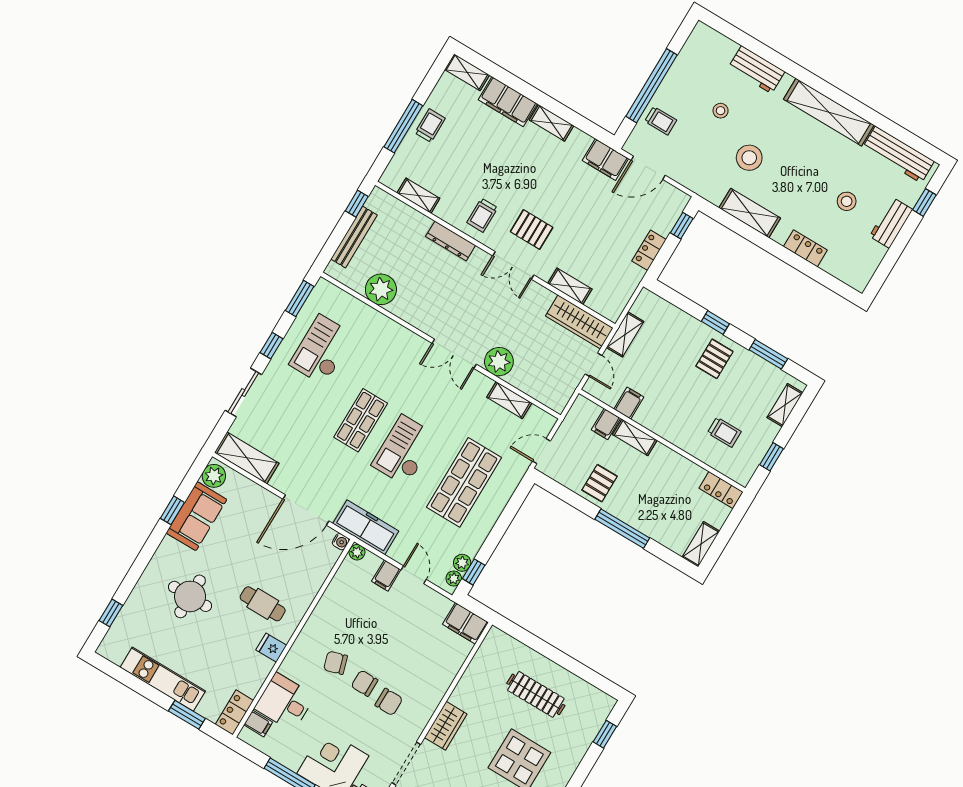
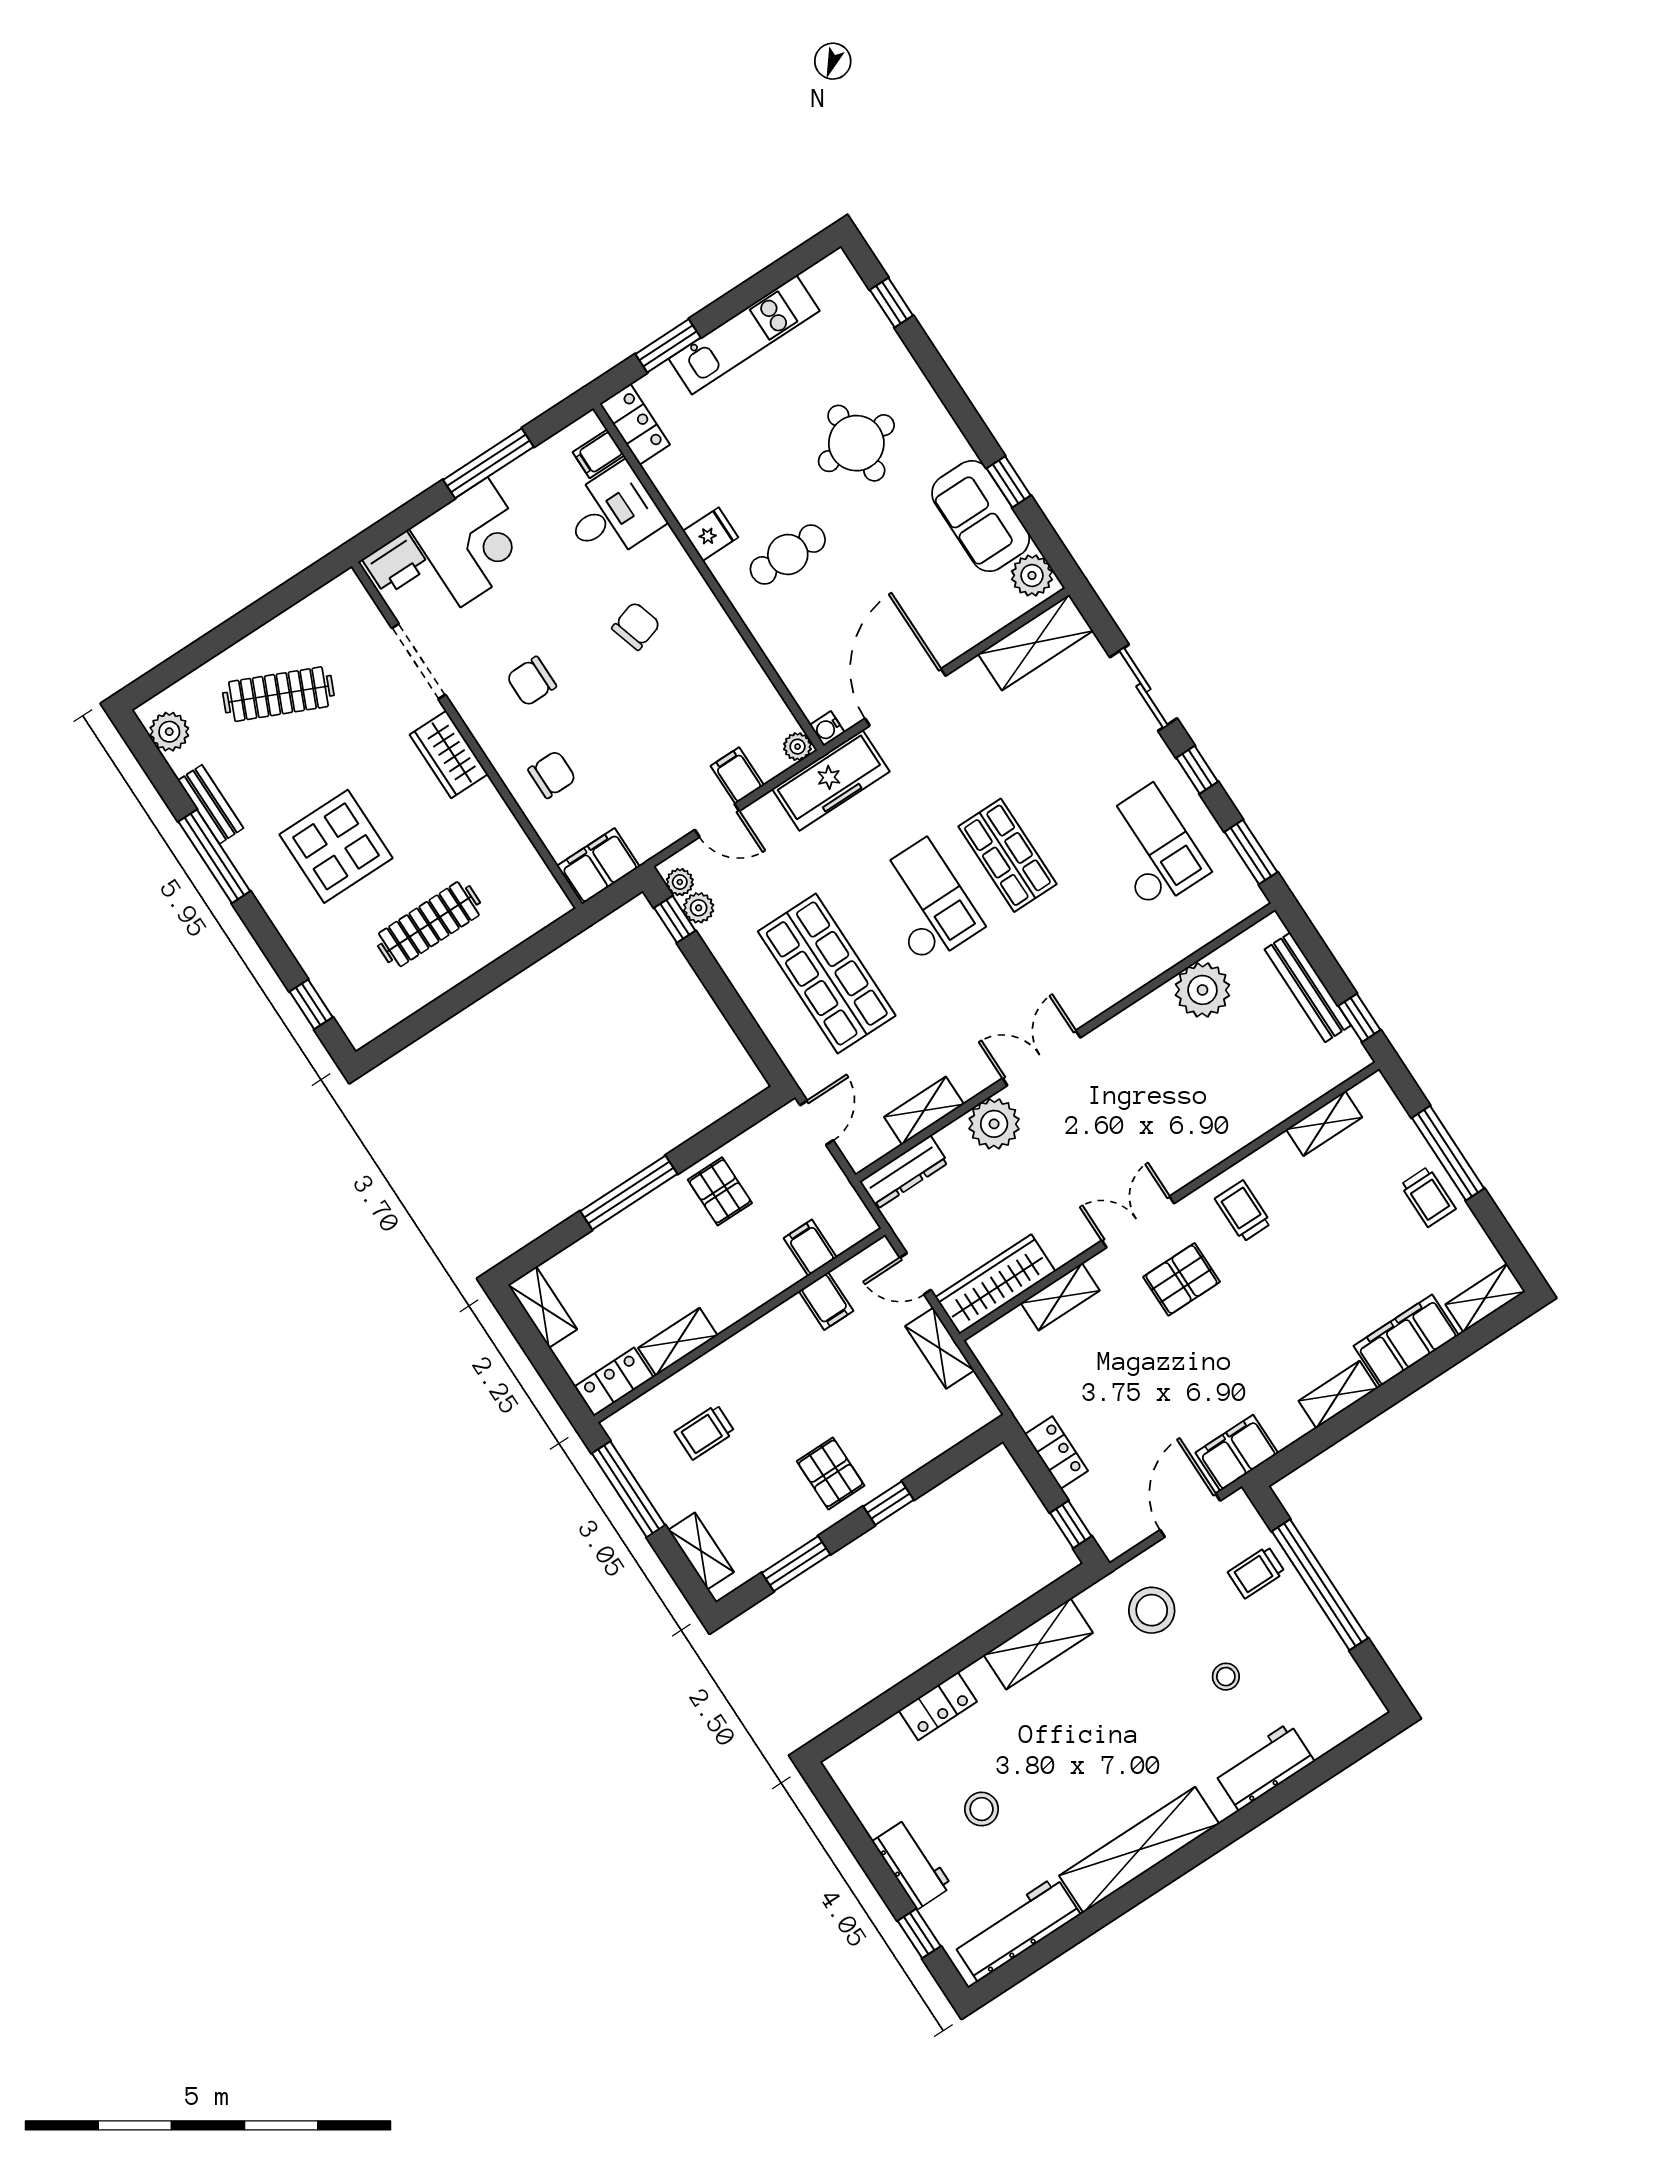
stool: (749, 158) -> (1152, 1610), moved
dresser: (451, 241) -> (904, 1172), moved, turned 180
shelving: (635, 437) -> (678, 1342), moved
window: (772, 457) -> (628, 1489), width x2.17
chair: (364, 683) -> (552, 774), moved

